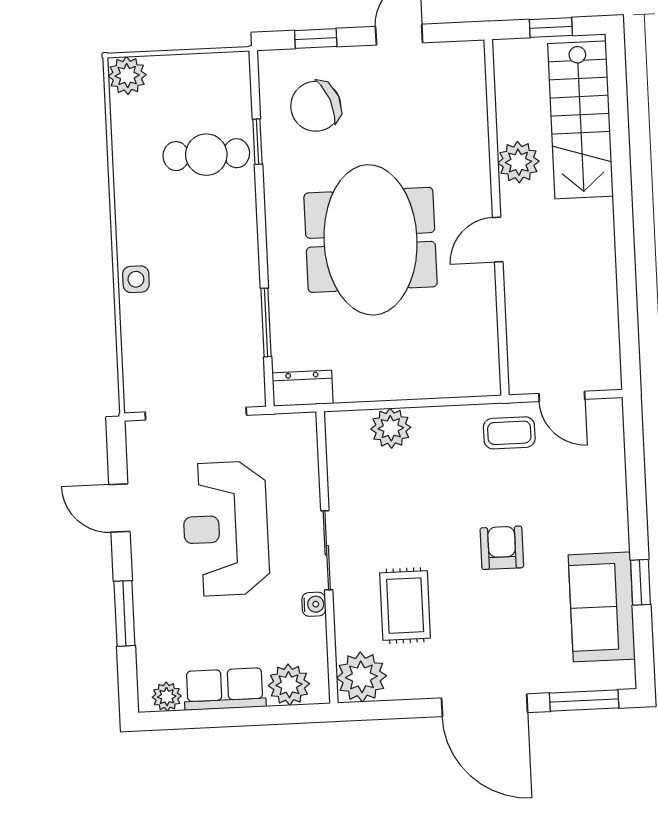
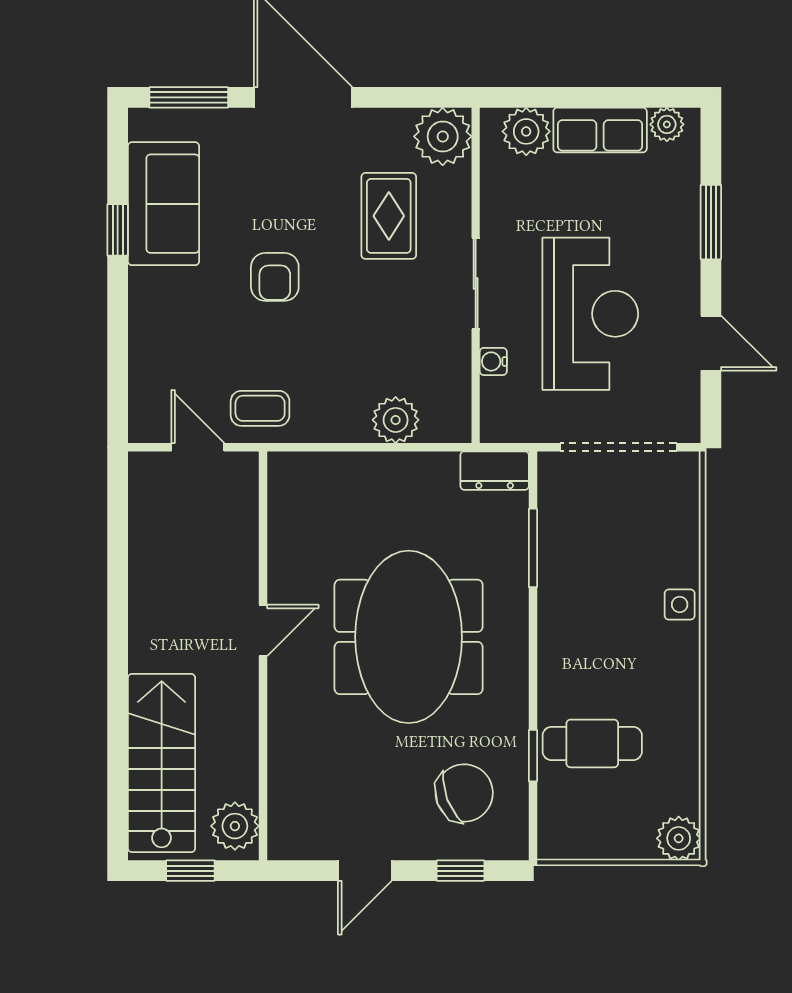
plant: (518, 162) -> (235, 826), moved
water cooler: (314, 604) -> (493, 361), moved

